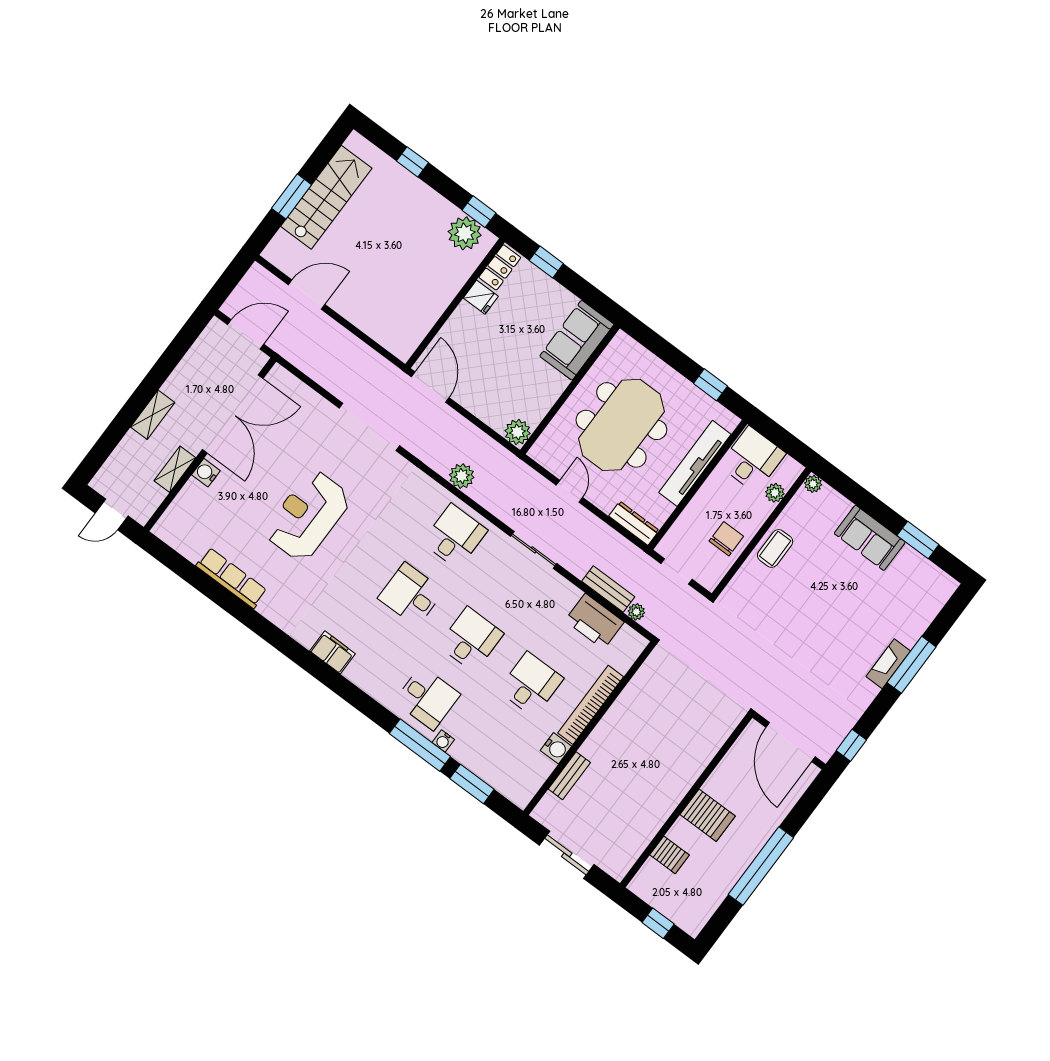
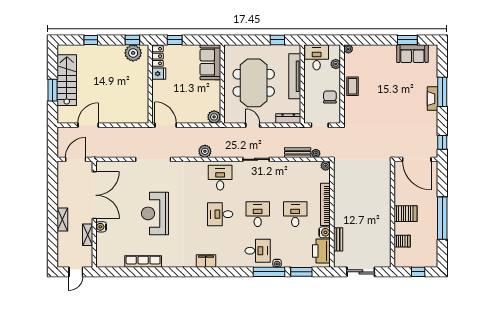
sofa: (870, 538) -> (412, 54), moved
printer: (594, 621) -> (321, 251), moved, turned 90
plant: (637, 643) -> (326, 166), added

